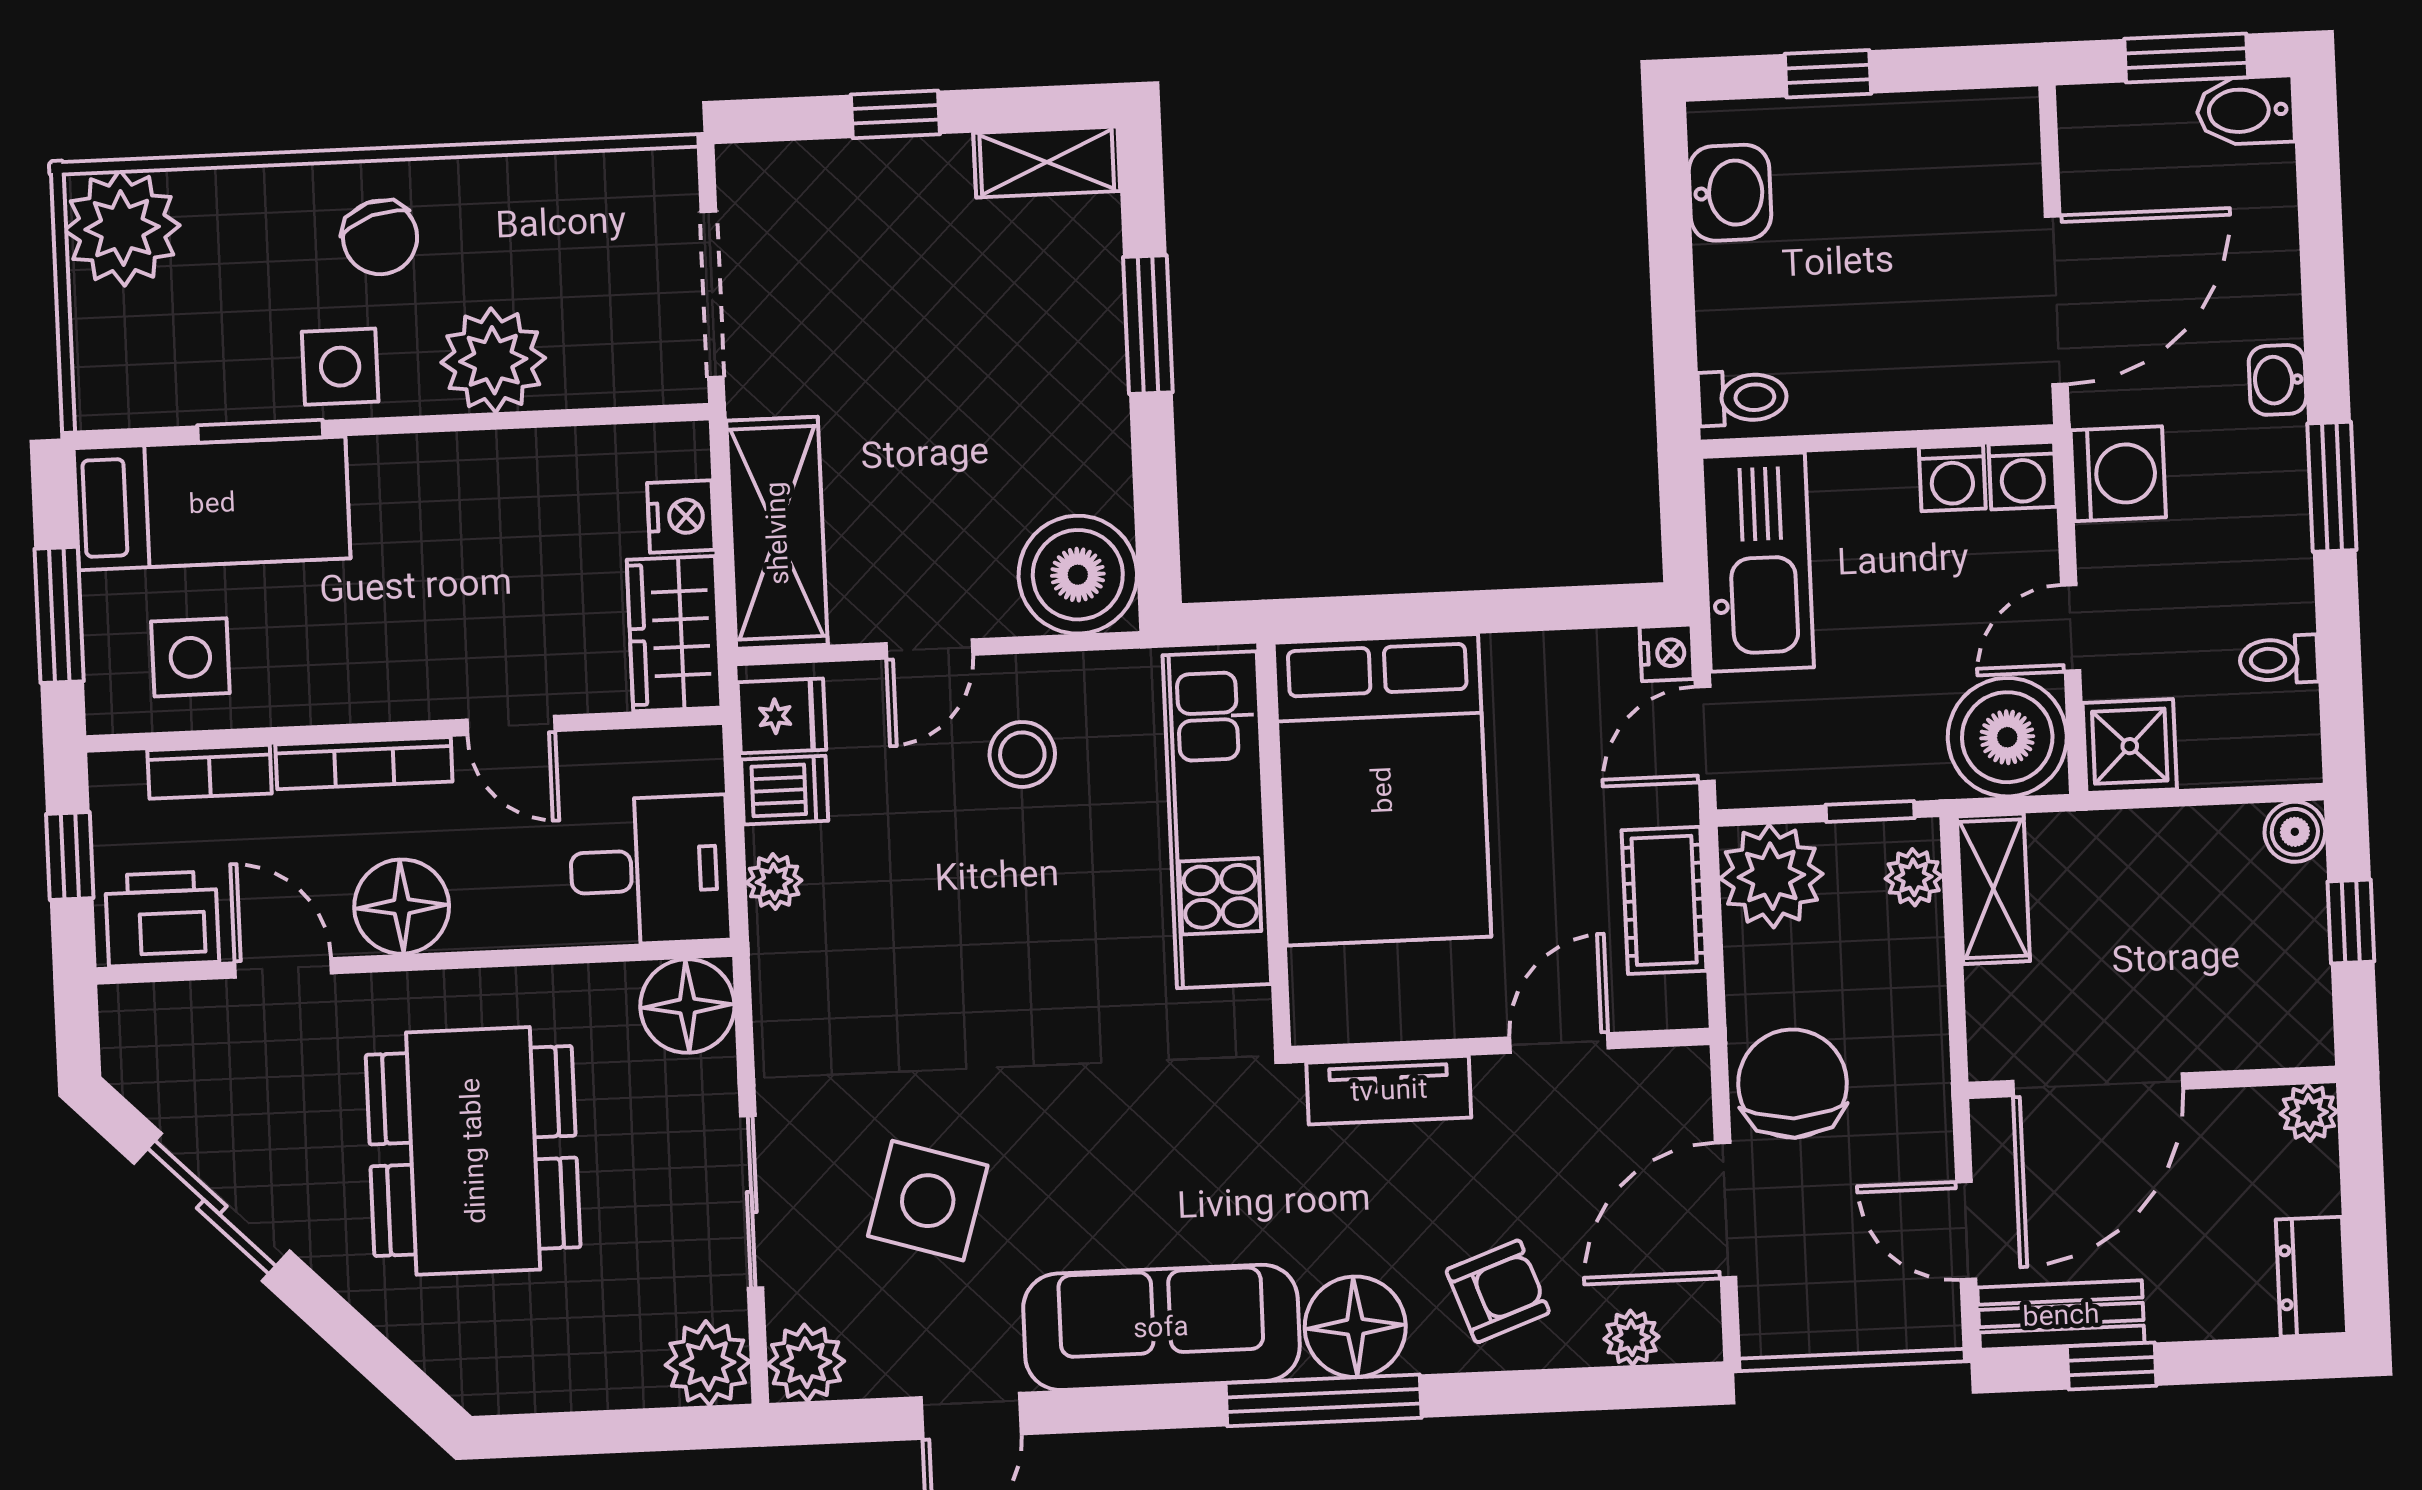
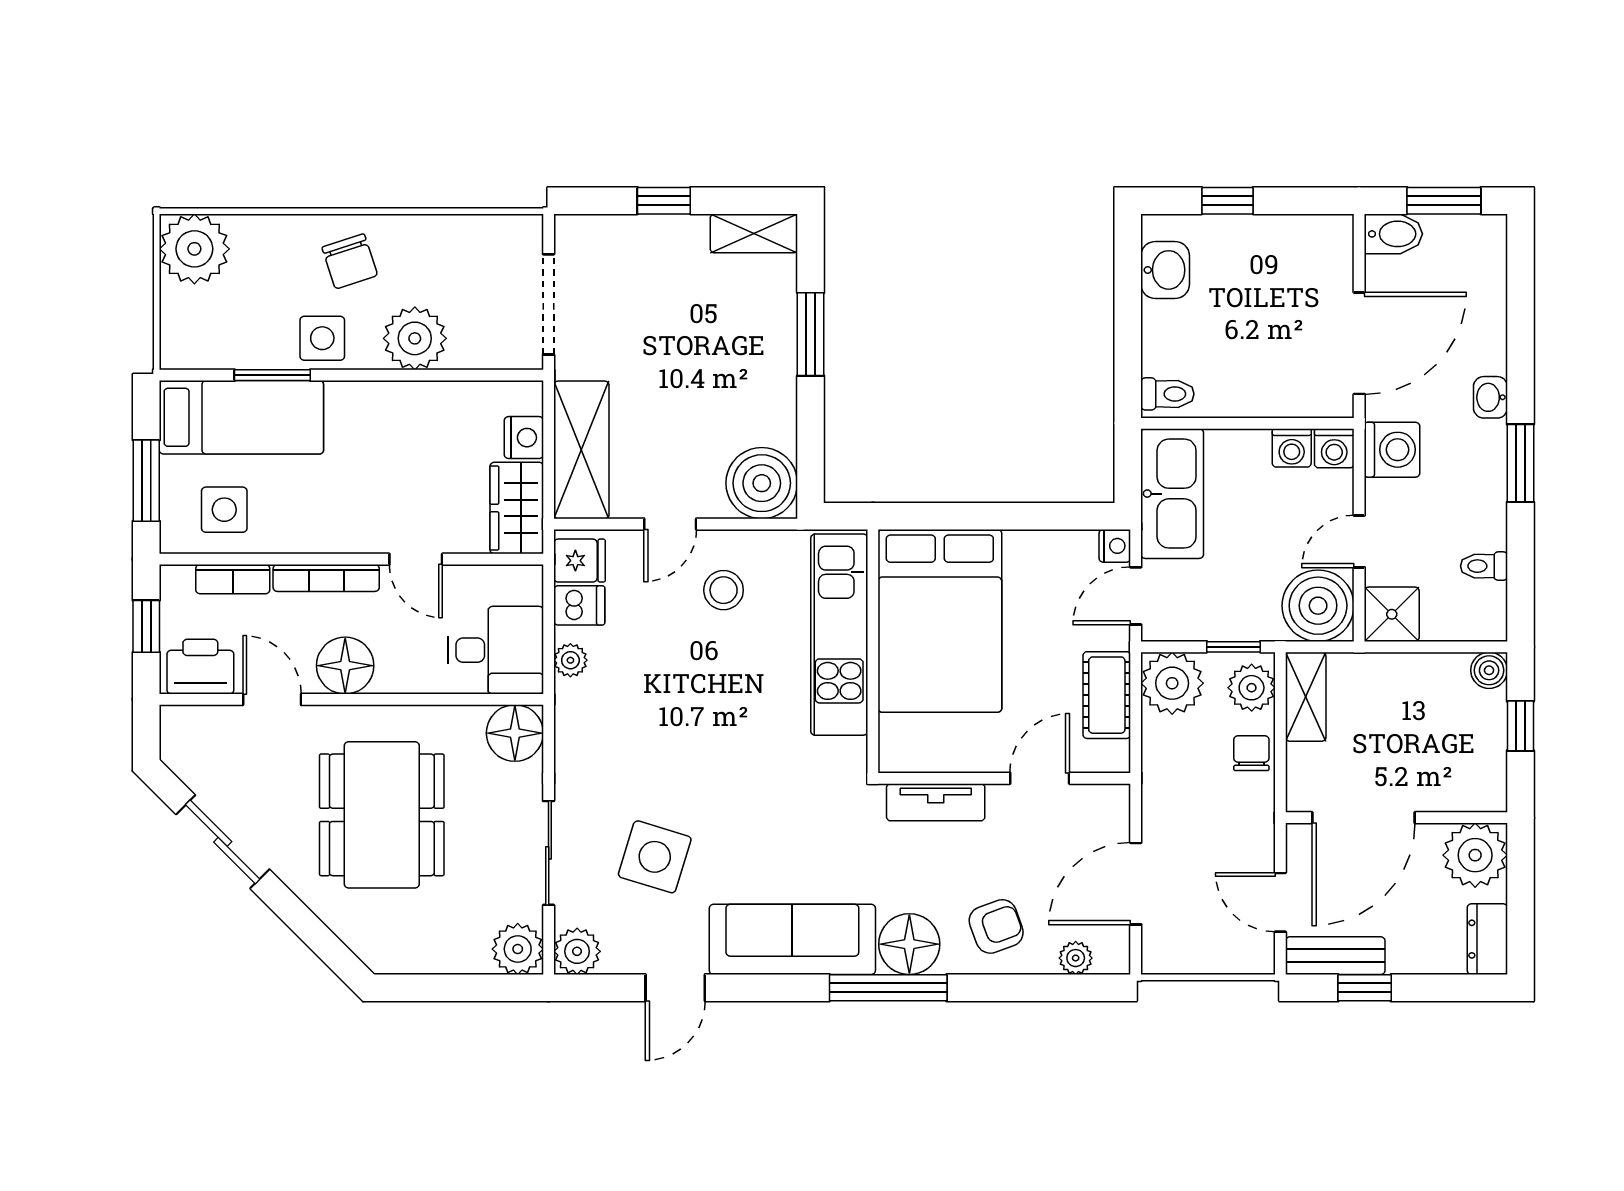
bidet: (2246, 110) -> (1393, 234), moved, turned 180
plant: (1914, 877) -> (1252, 688), width x1.38, depth x1.38
chair: (1792, 1084) -> (1251, 753), moved, width x0.54, depth x0.54
plant: (2309, 1113) -> (1475, 855), width x1.87, depth x1.87

